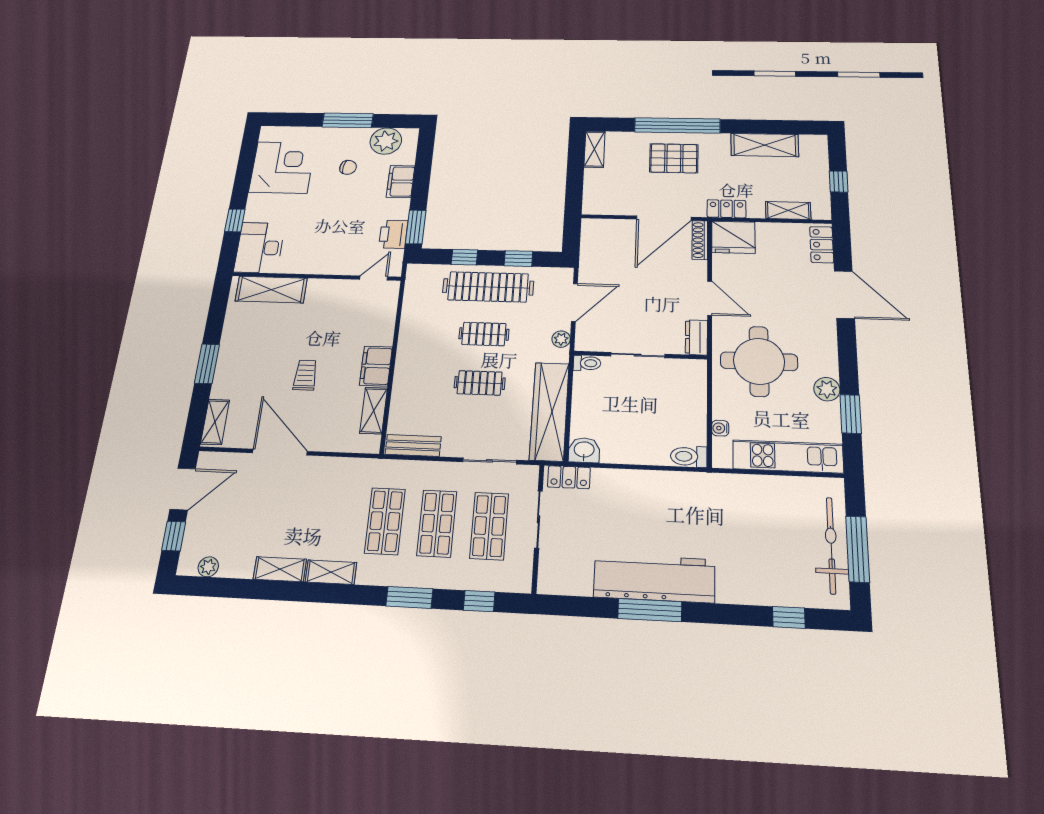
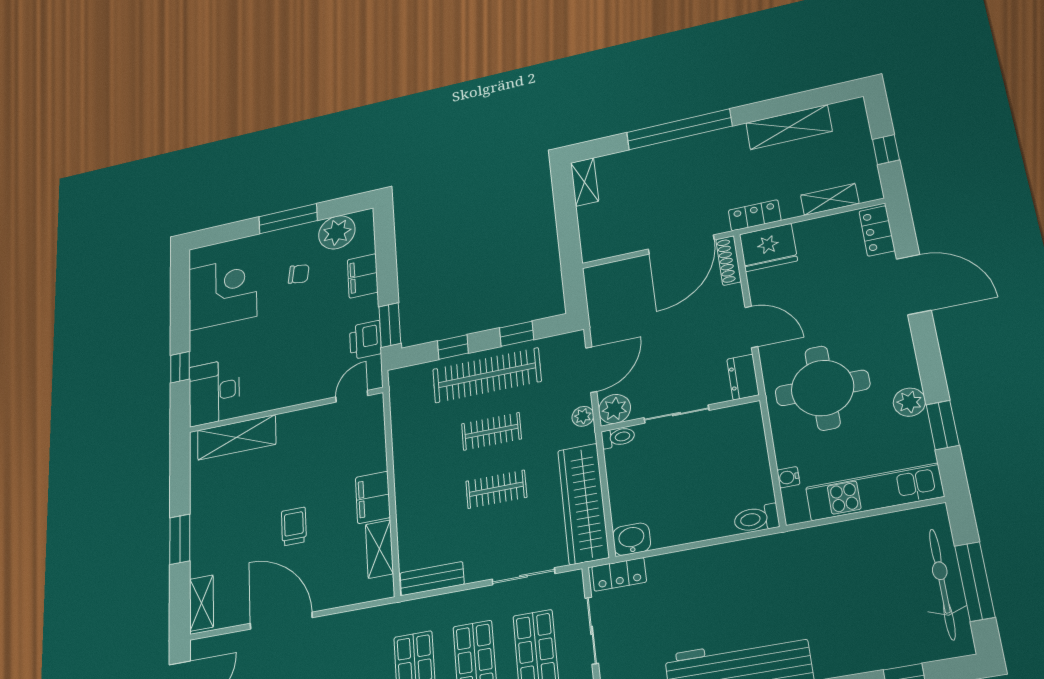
pallet: (674, 158) -> (681, 170), removed
plant: (588, 339) -> (615, 409), added

